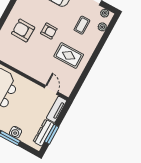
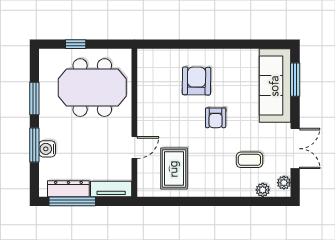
rug: (69, 55) -> (174, 169), moved
door: (51, 90) -> (134, 148), moved
window: (52, 134) -> (72, 201), width x1.44

